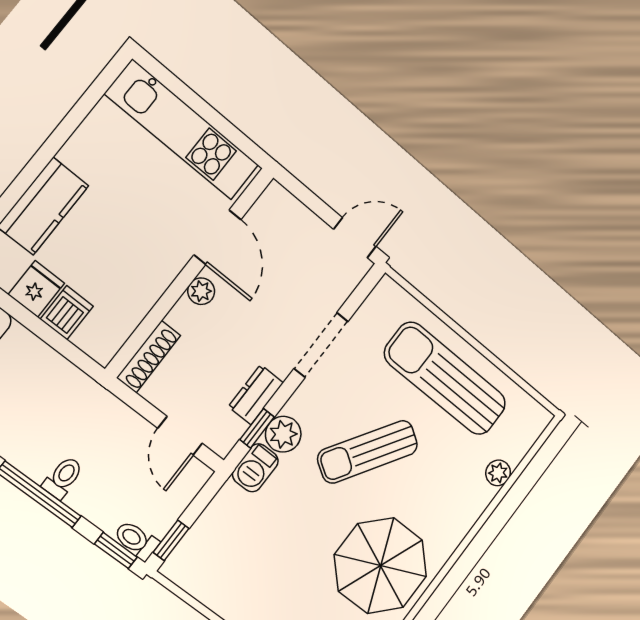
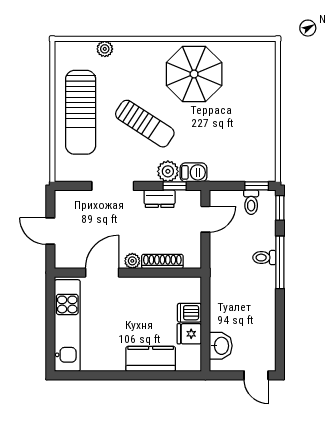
door: (355, 238) -> (50, 231), moved
shoe rack: (149, 357) -> (162, 261), moved
toilet: (136, 540) -> (251, 202), moved

